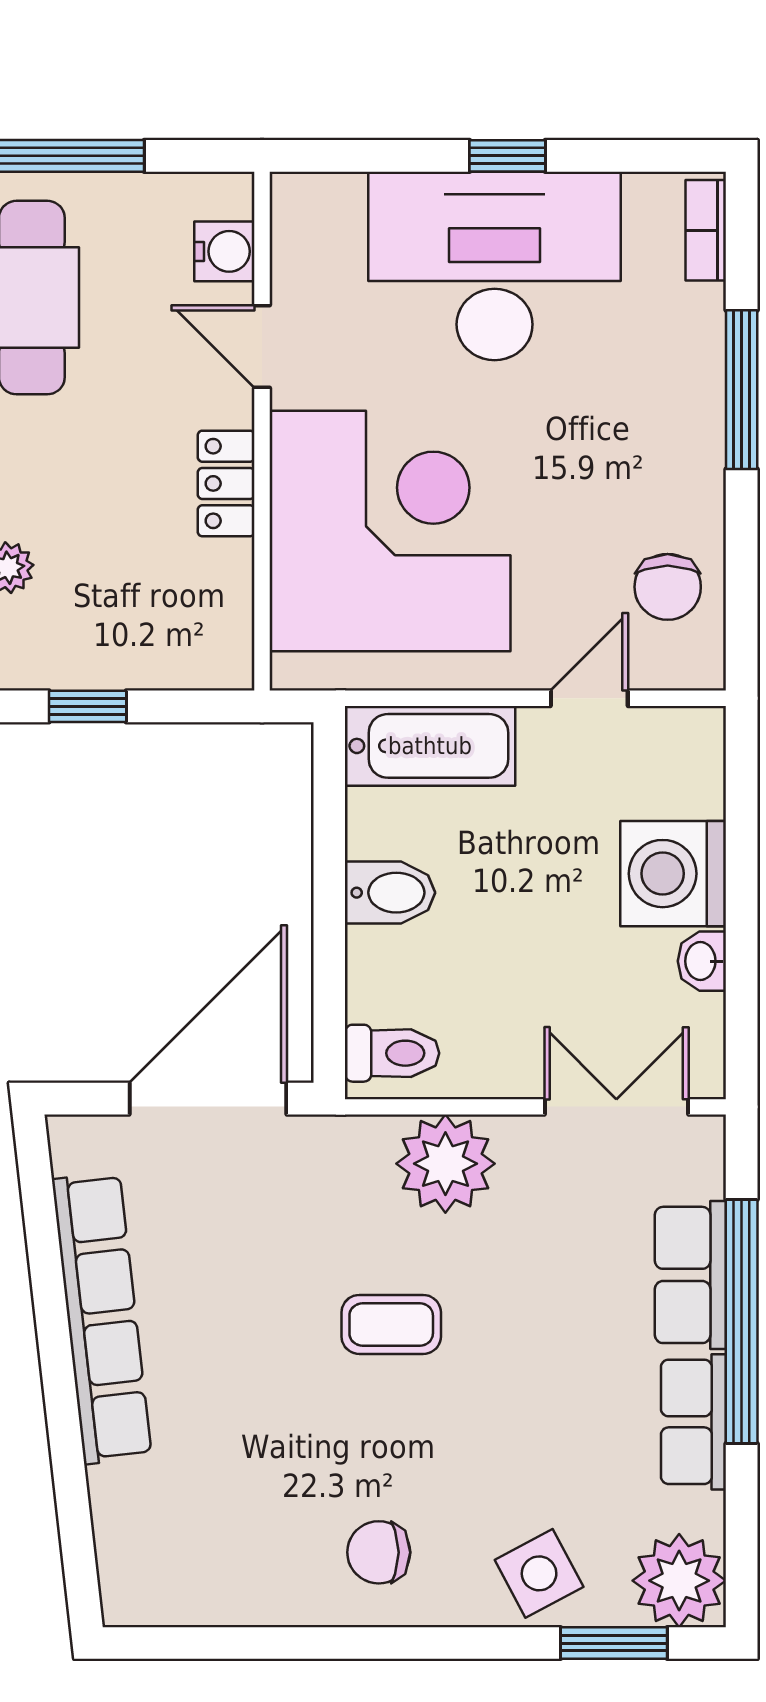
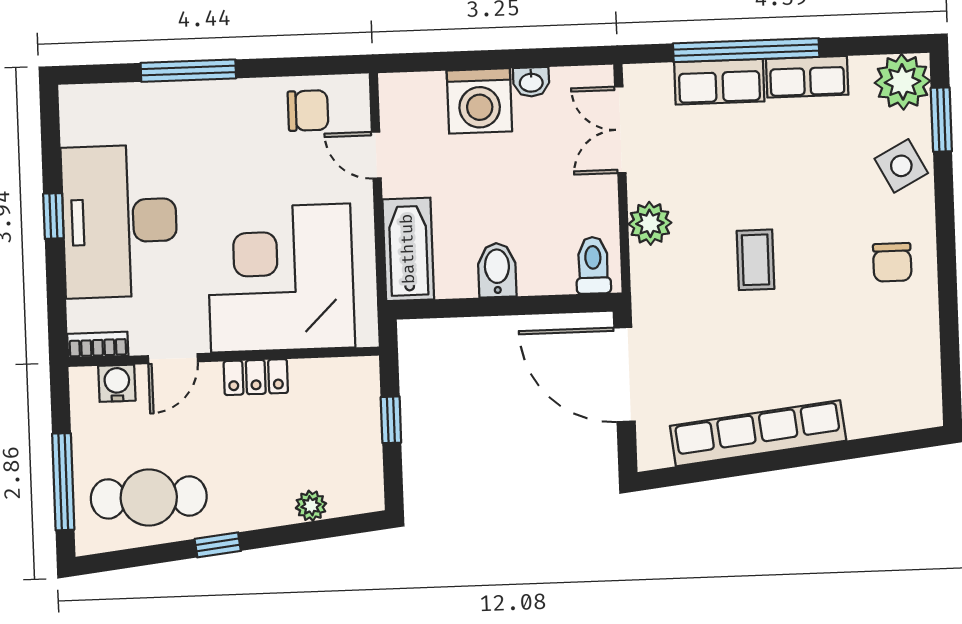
bookcase: (706, 230) -> (98, 345), moved, turned 180
window: (88, 706) -> (391, 420), moved
plant: (445, 1164) -> (650, 223), width x0.73, depth x0.73

